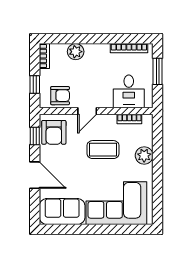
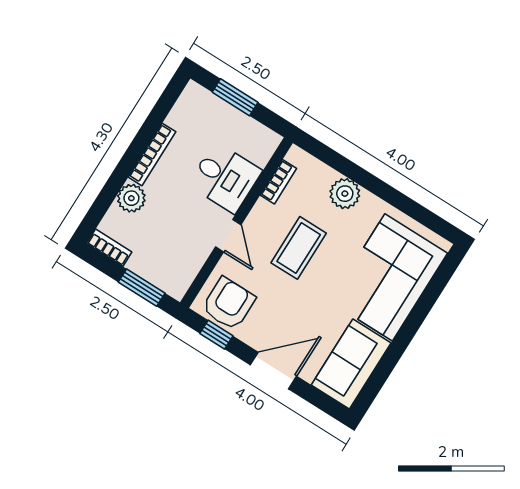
bookcase: (129, 48) -> (152, 154), moved
window: (35, 84) -> (142, 288), width x1.50
desk: (129, 91) -> (225, 178), moved
armchair: (60, 96) -> (181, 261), removed
armchair: (54, 132) -> (229, 304), turned -90

